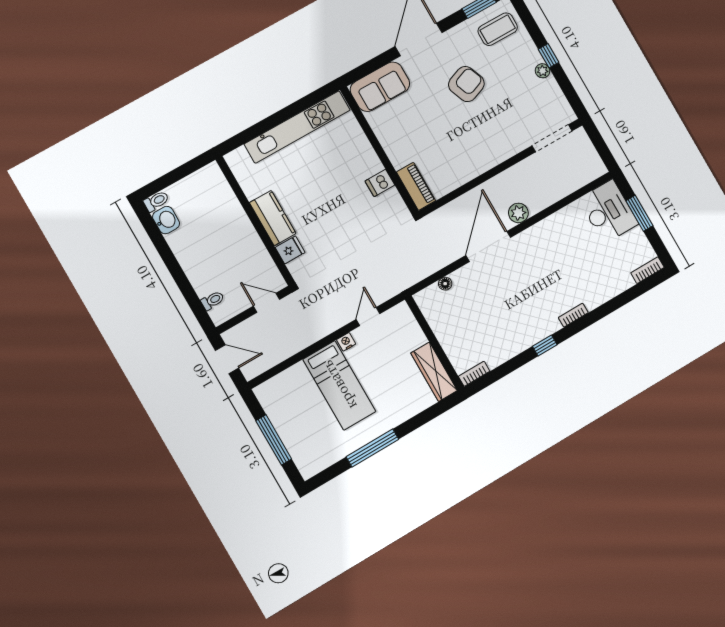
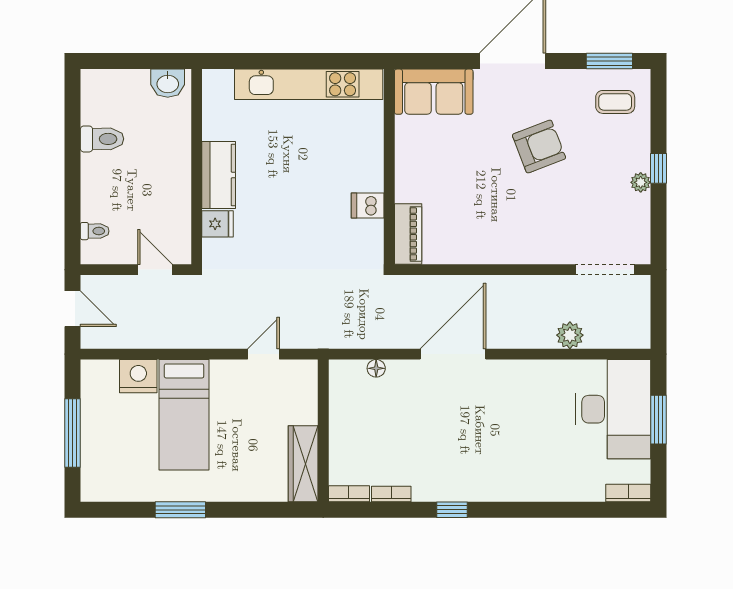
coffee table: (498, 29) -> (615, 102), width x0.73, depth x0.77
toilet: (156, 201) -> (102, 139), moved, width x1.37, depth x1.39
desk: (608, 211) -> (613, 409), width x1.36, depth x1.30
plant: (518, 213) -> (570, 335), moved
washbasin: (166, 220) -> (168, 83), moved, turned 90
bookcase: (573, 315) -> (391, 494), moved
nightstand: (346, 342) -> (138, 376), moved, width x1.89, depth x1.79
window: (372, 448) -> (180, 510), width x0.69

